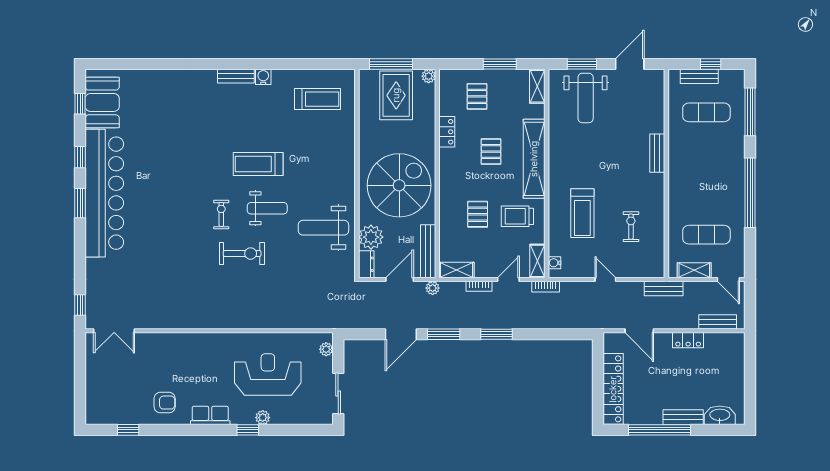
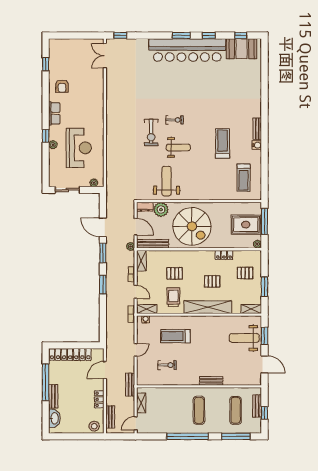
treadmill: (258, 164) -> (223, 143), moved
weight bench: (267, 208) -> (178, 147), turned -90
exercise mat: (706, 235) -> (199, 410), moved
stool: (733, 349) -> (94, 426), added

